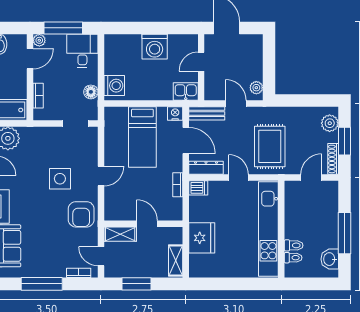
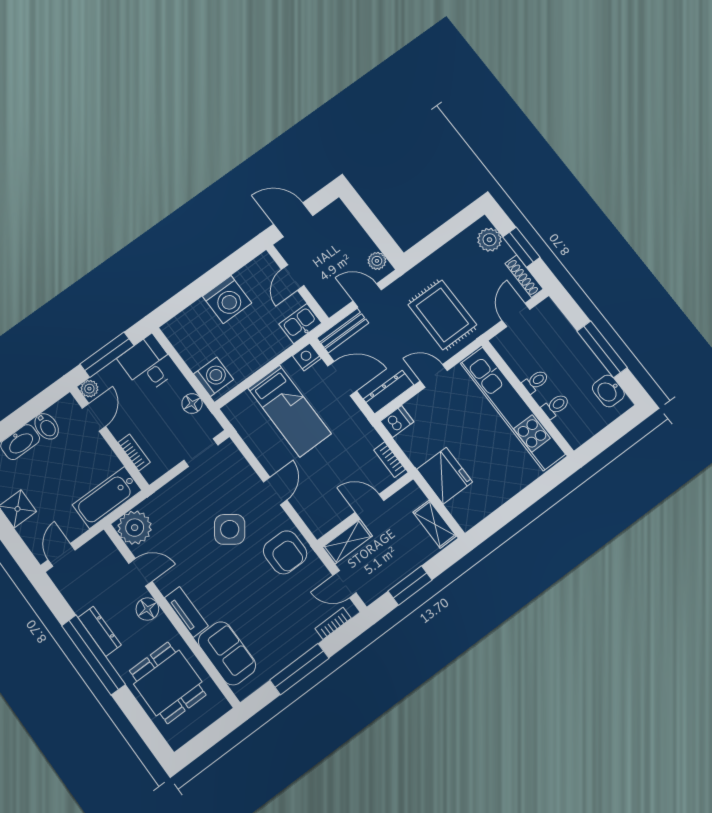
side table: (60, 179) -> (230, 529), turned 36
bookcase: (178, 185) -> (390, 460), moved
toilet: (293, 258) -> (536, 381), moved

